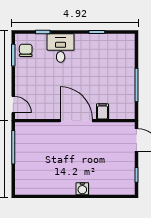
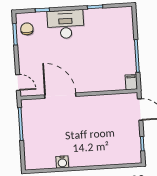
desk: (61, 48) -> (66, 24), width x1.37
filing cabinet: (103, 111) -> (131, 82), moved
door: (76, 121) -> (60, 96), moved
water cooler: (82, 189) -> (62, 162), moved

